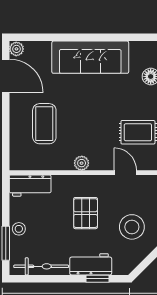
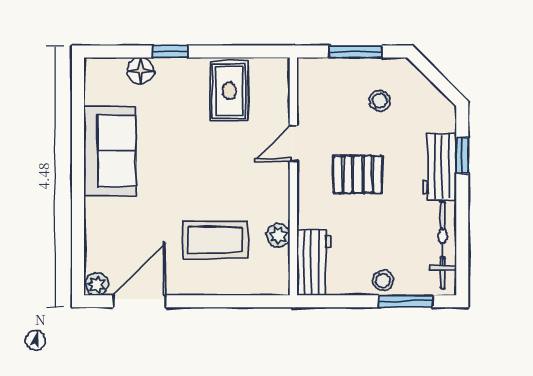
sofa: (90, 57) -> (110, 151), width x0.73
plant: (82, 163) -> (278, 235), moved
door: (125, 173) -> (293, 143), moved
stool: (132, 227) -> (380, 101), width x0.53, depth x0.53

